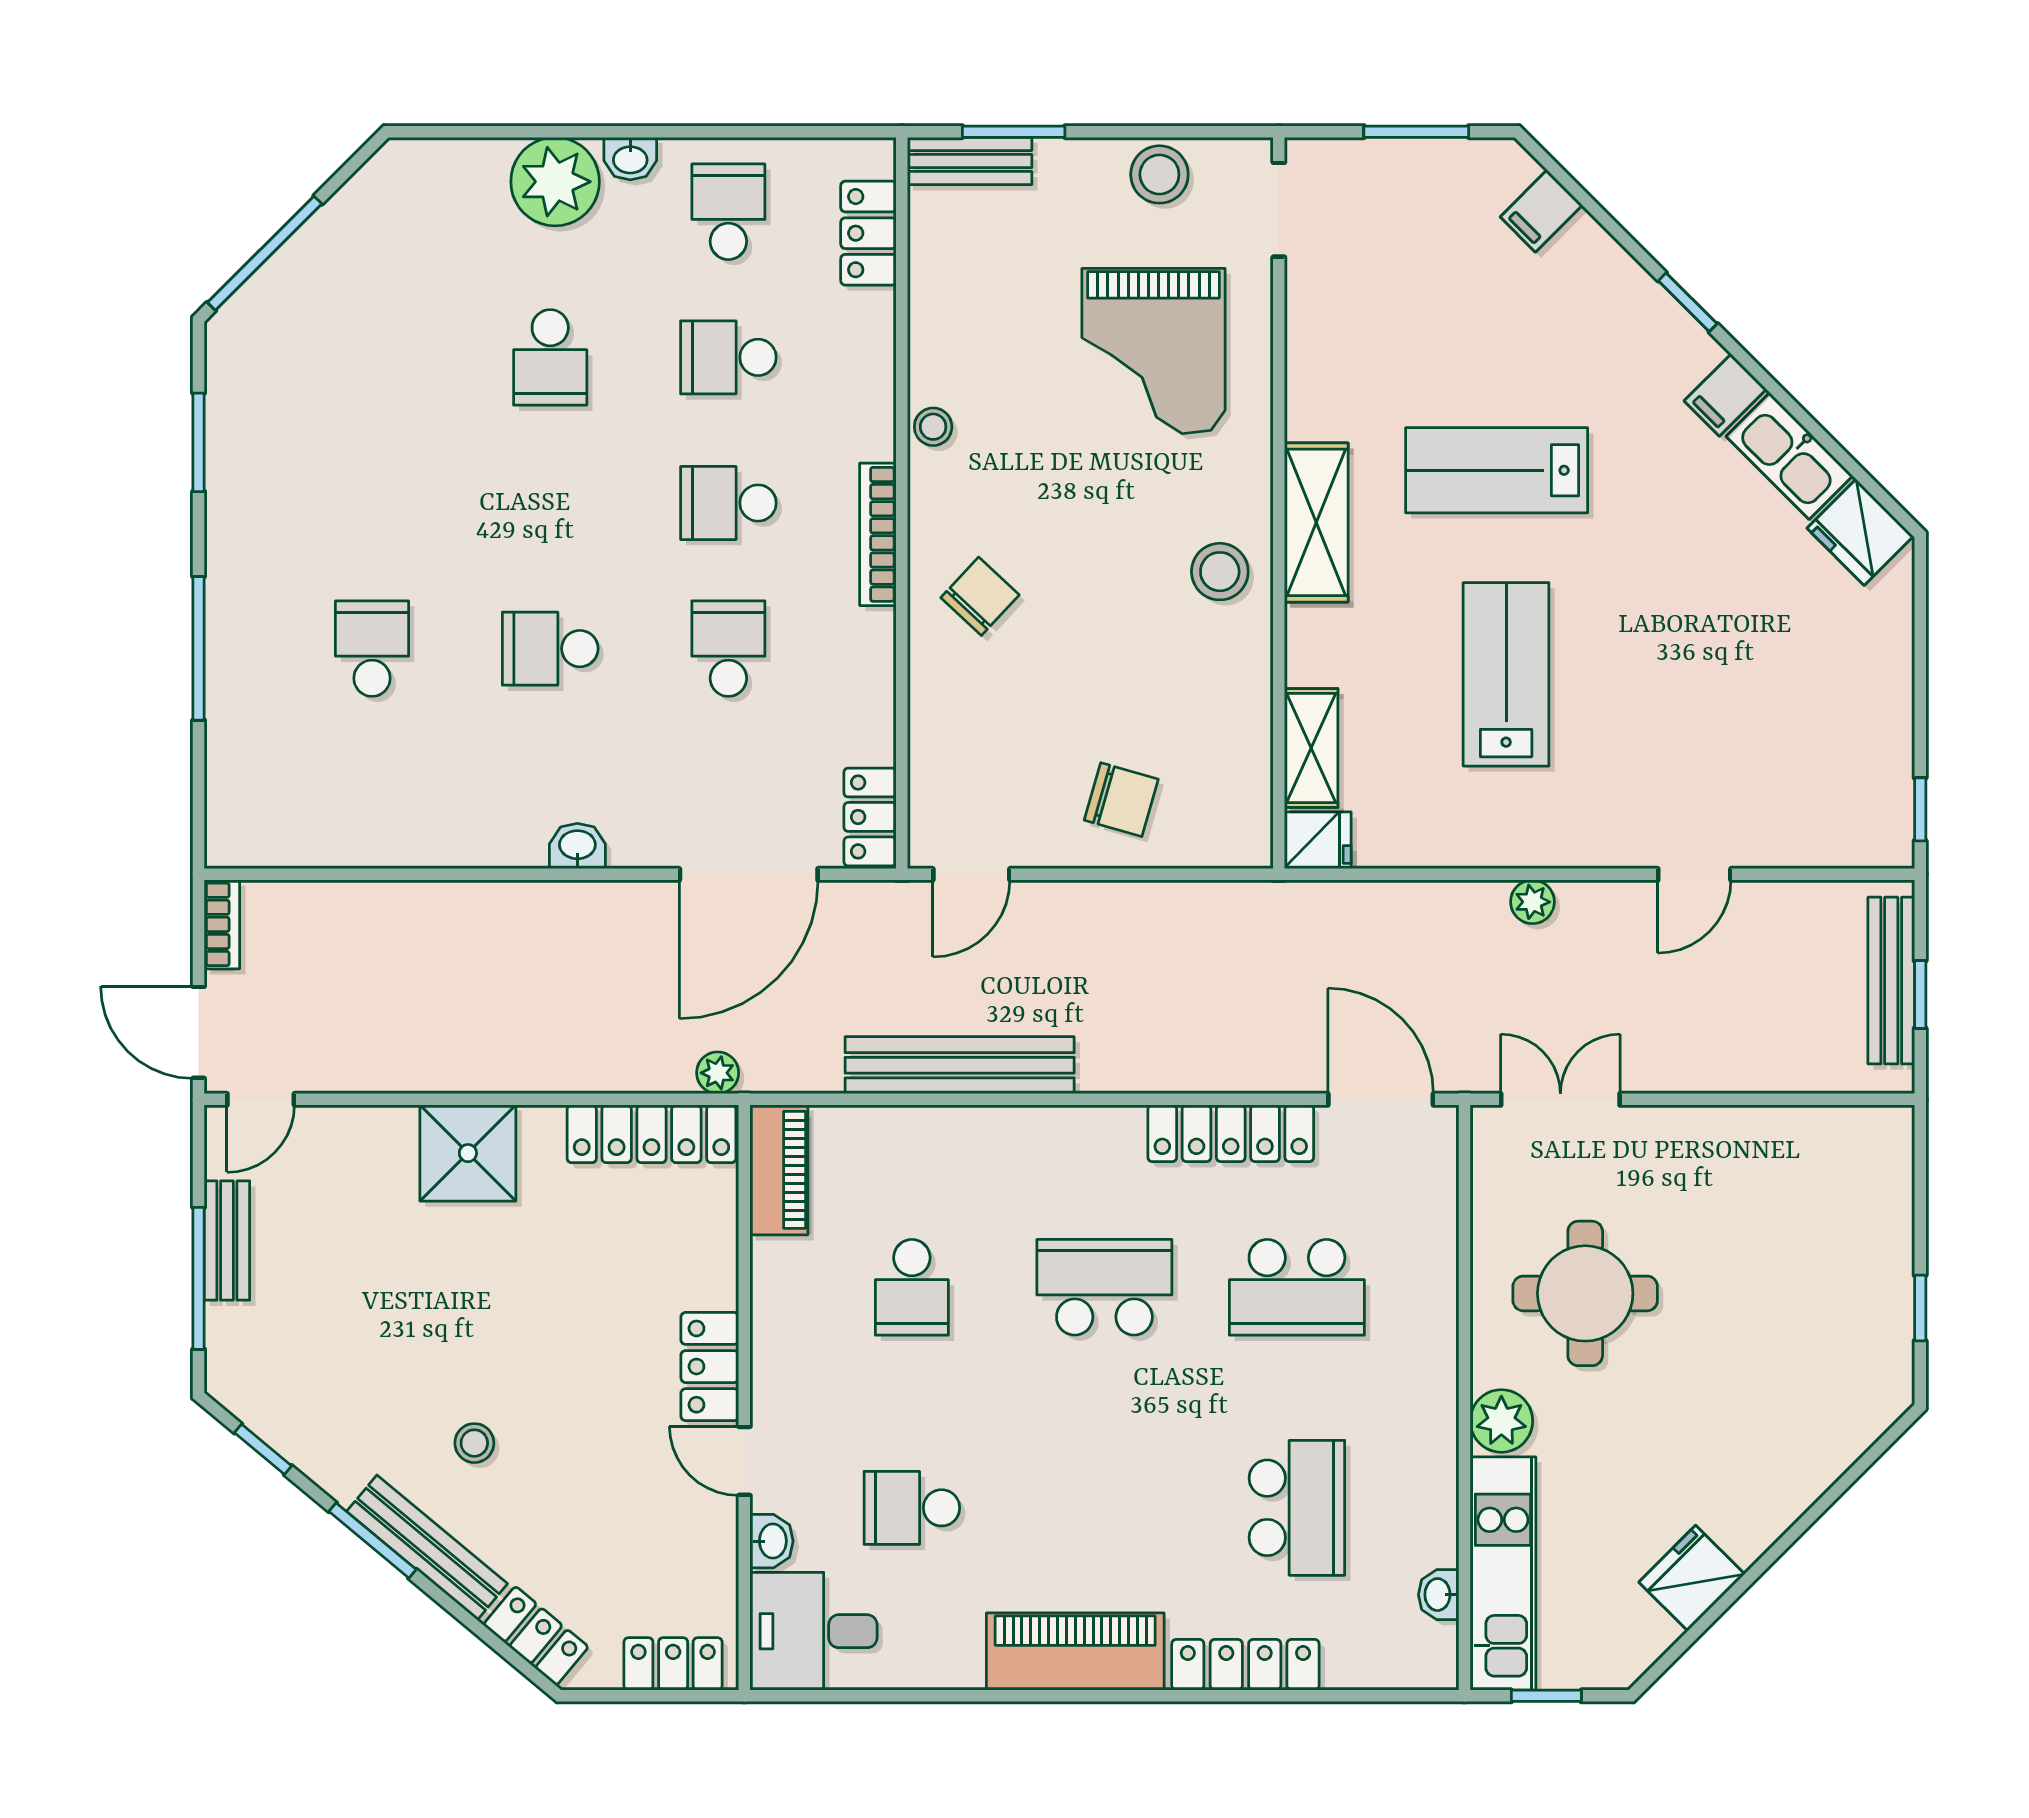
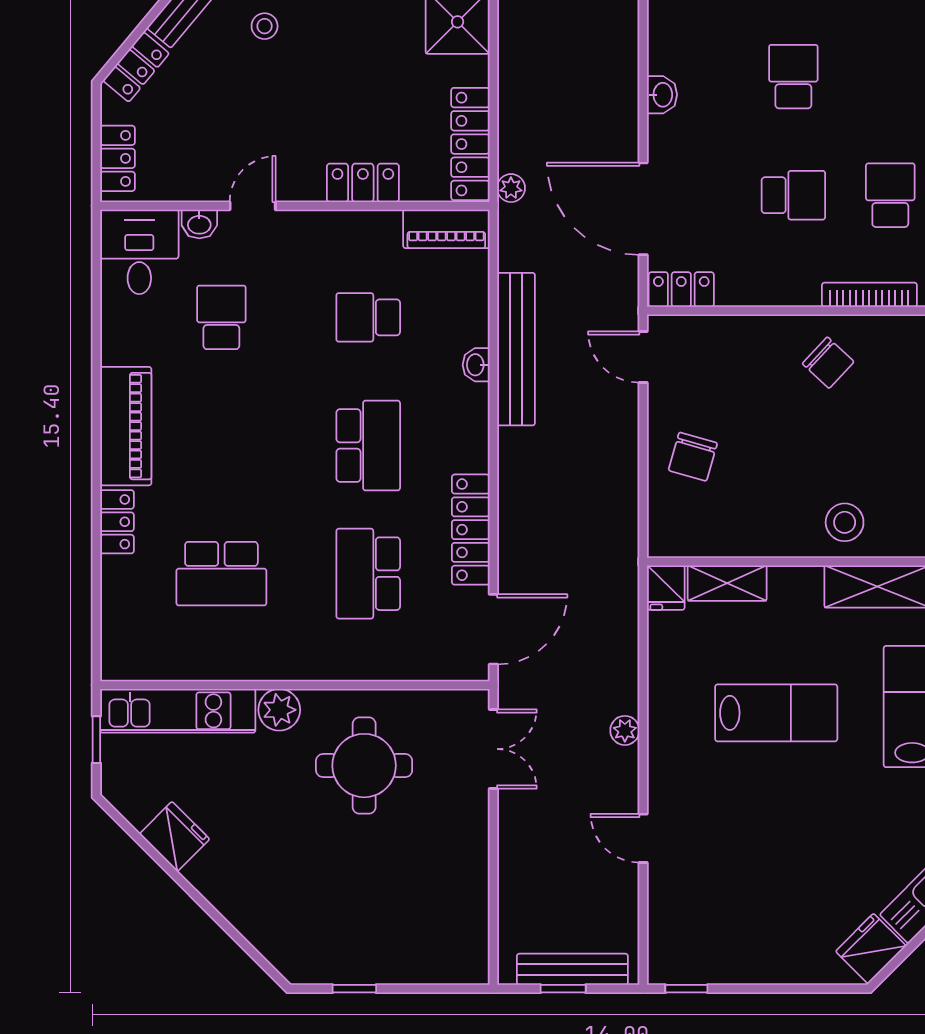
locker: (710, 1367) -> (363, 183), moved
washbasin: (1439, 1595) -> (476, 365), moved, turned -90
locker: (1245, 1665) -> (117, 522), width x0.66

